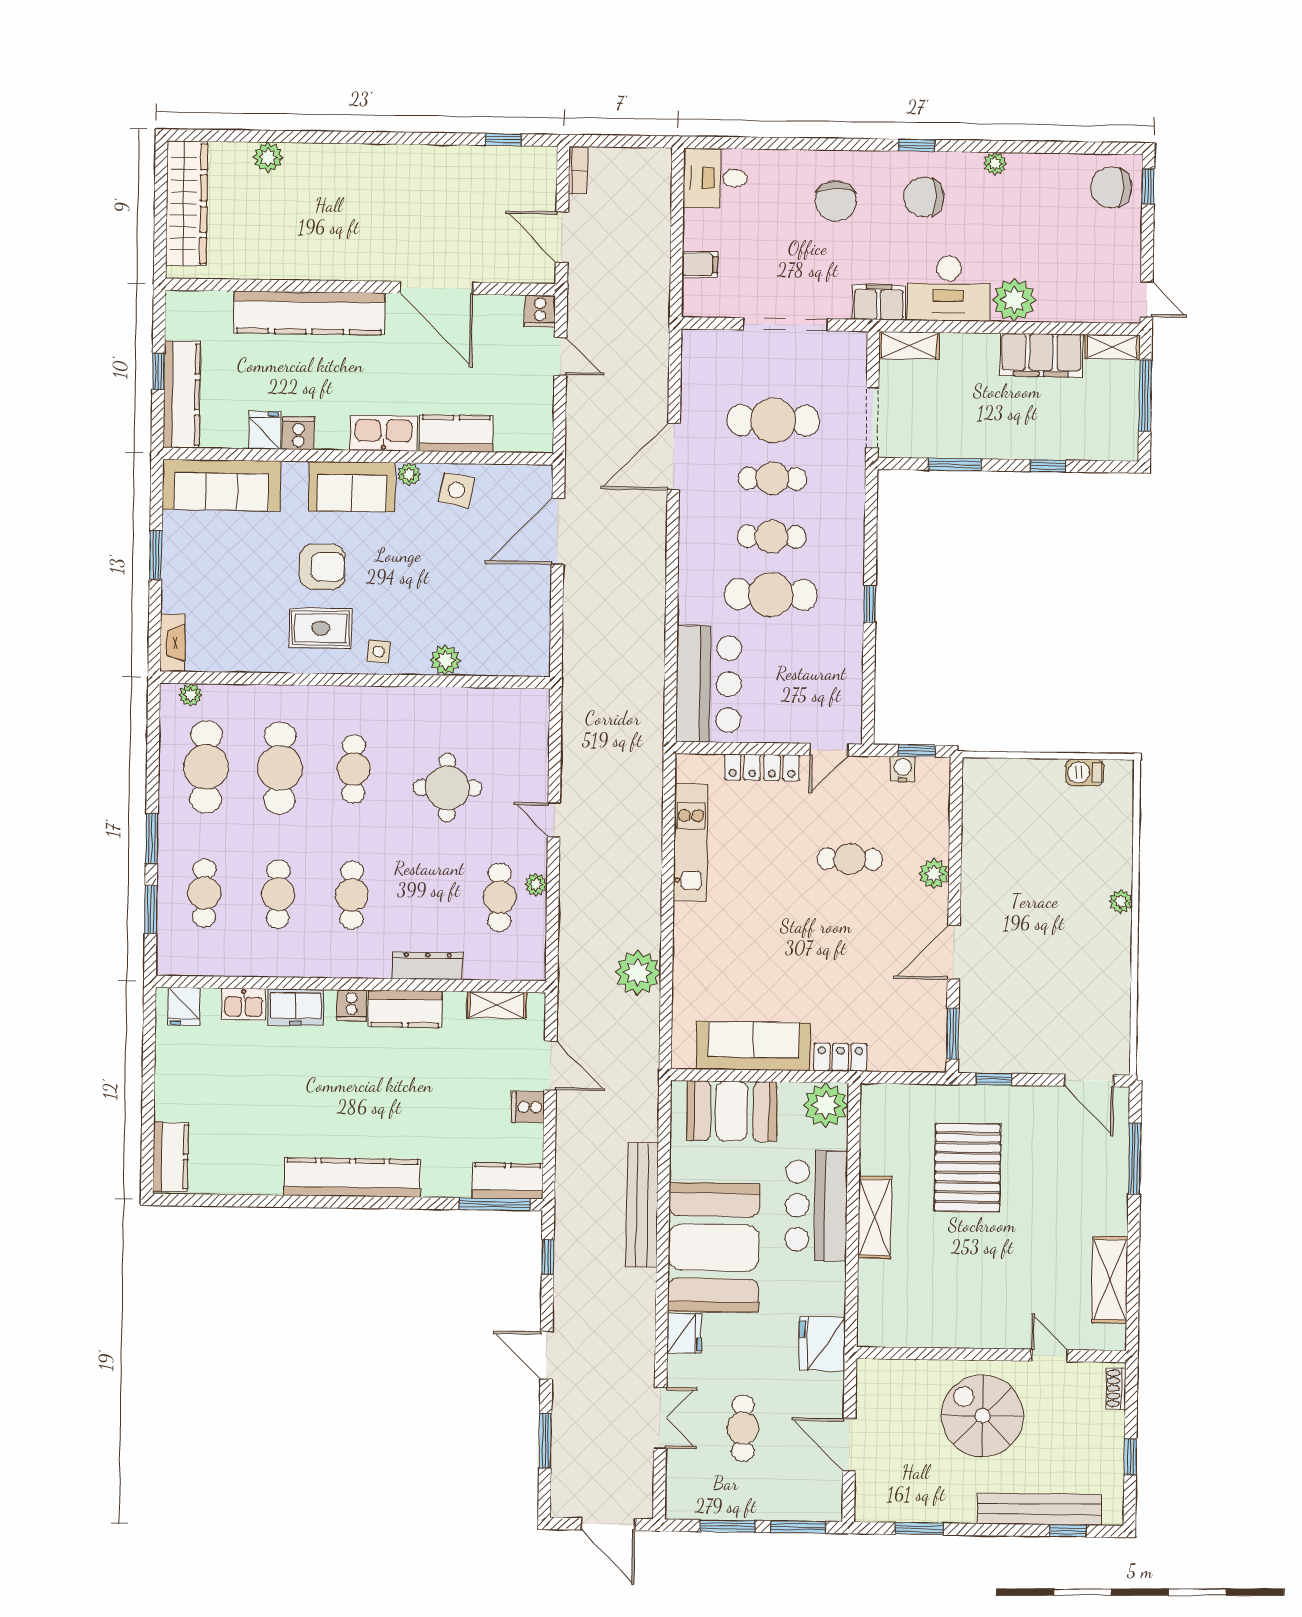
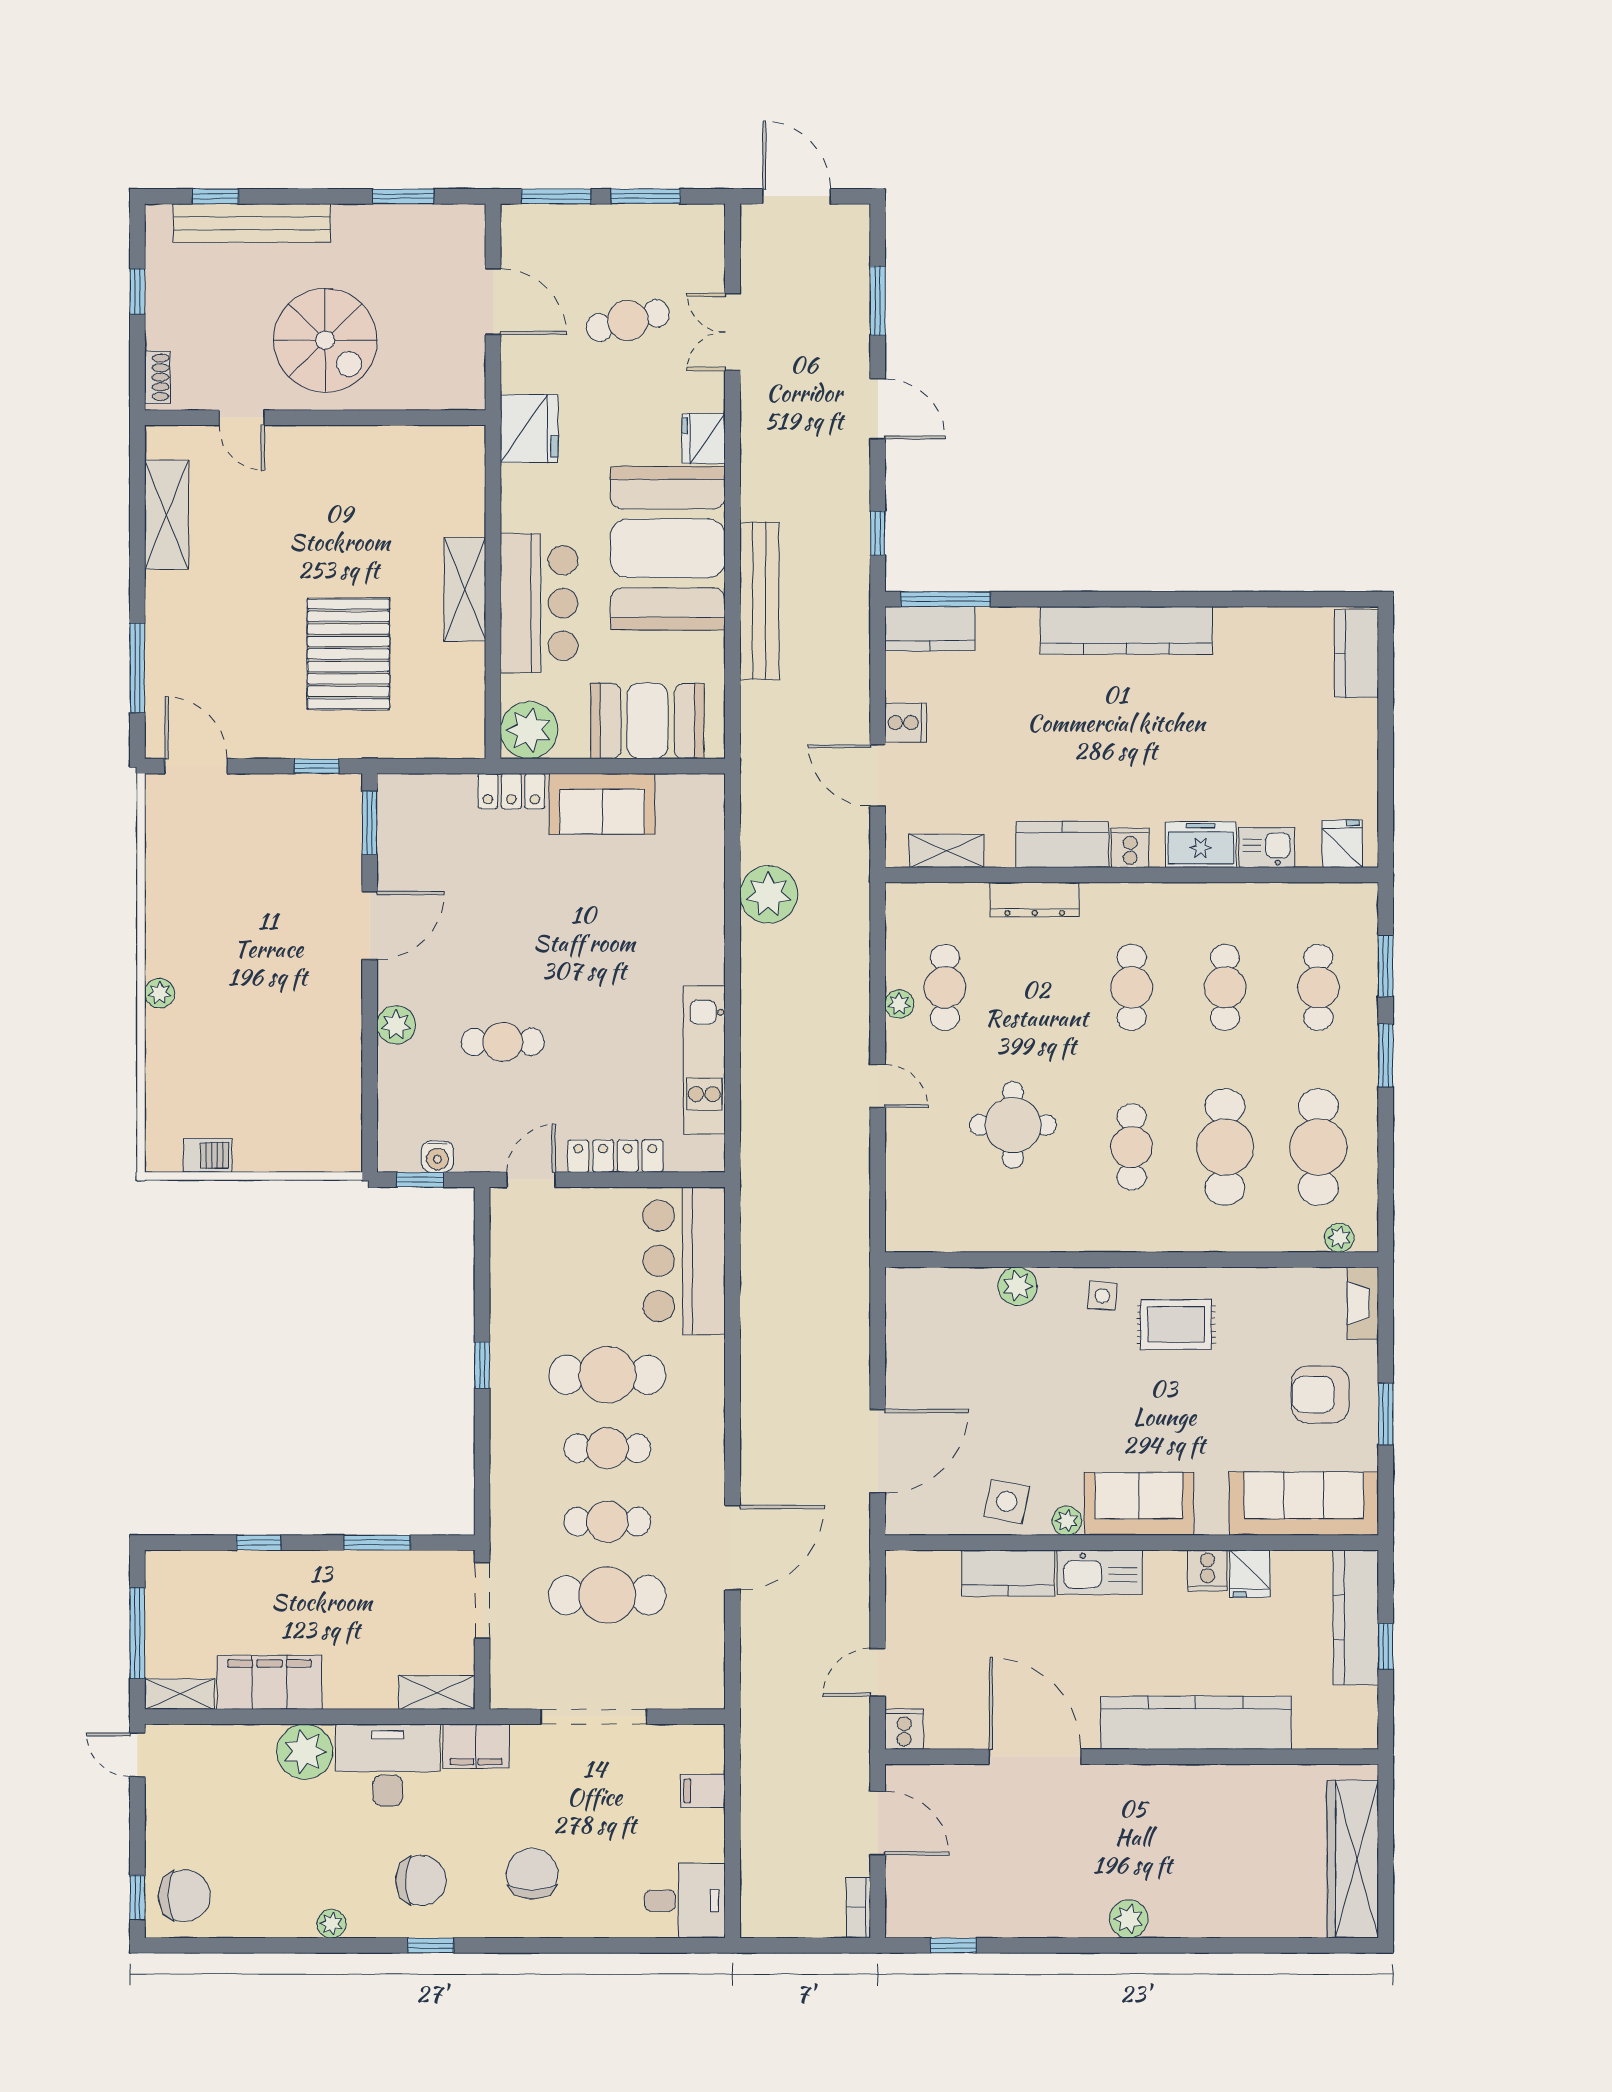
plant: (268, 157) -> (1129, 1919), moved
door: (560, 356) -> (878, 1672), hinge flipped
armchair: (322, 567) -> (1320, 1394), moved
sofa: (754, 1046) -> (602, 804), width x0.73
cafe table: (743, 1428) -> (628, 320), turned 76

